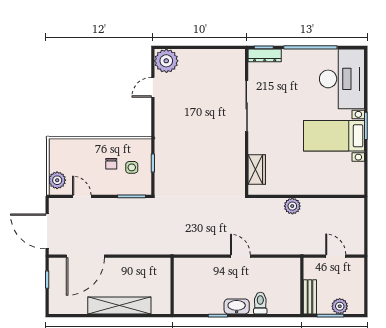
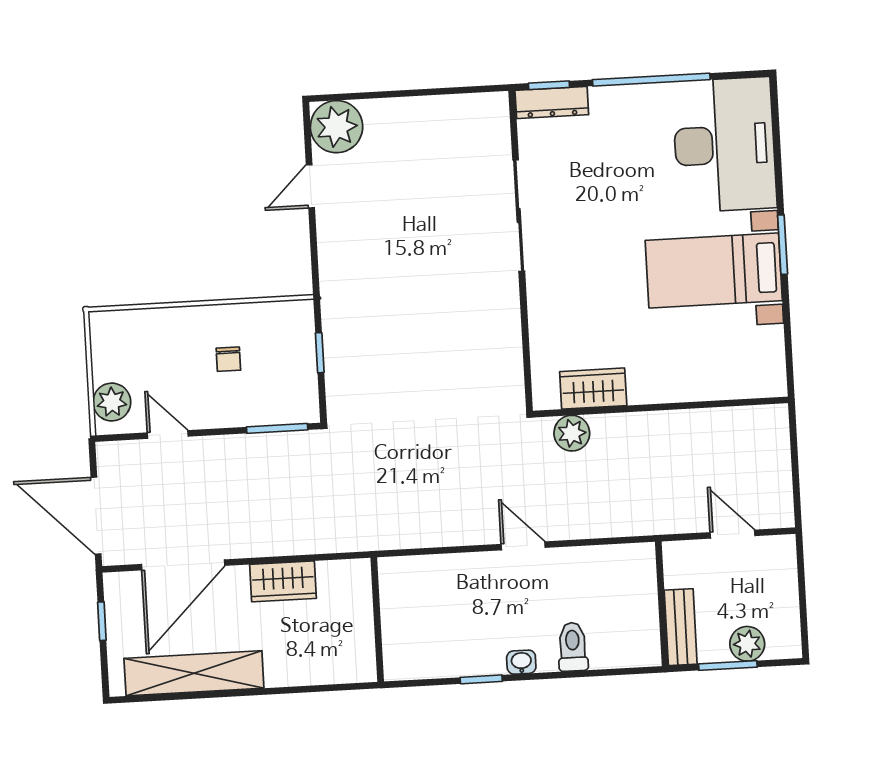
side table: (132, 167) -> (274, 365), removed
wardrobe: (257, 170) -> (593, 389), moved, turned -90
plant: (292, 206) -> (572, 433), moved
wardrobe: (130, 266) -> (283, 581), added
shelving: (119, 306) -> (194, 673), moved
washbasin: (237, 306) -> (521, 662), width x0.52, depth x0.69

